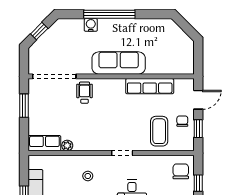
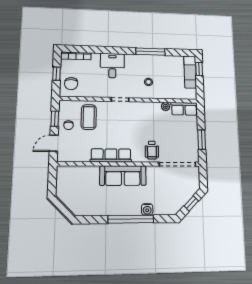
row of seats: (150, 86) -> (111, 155), moved

